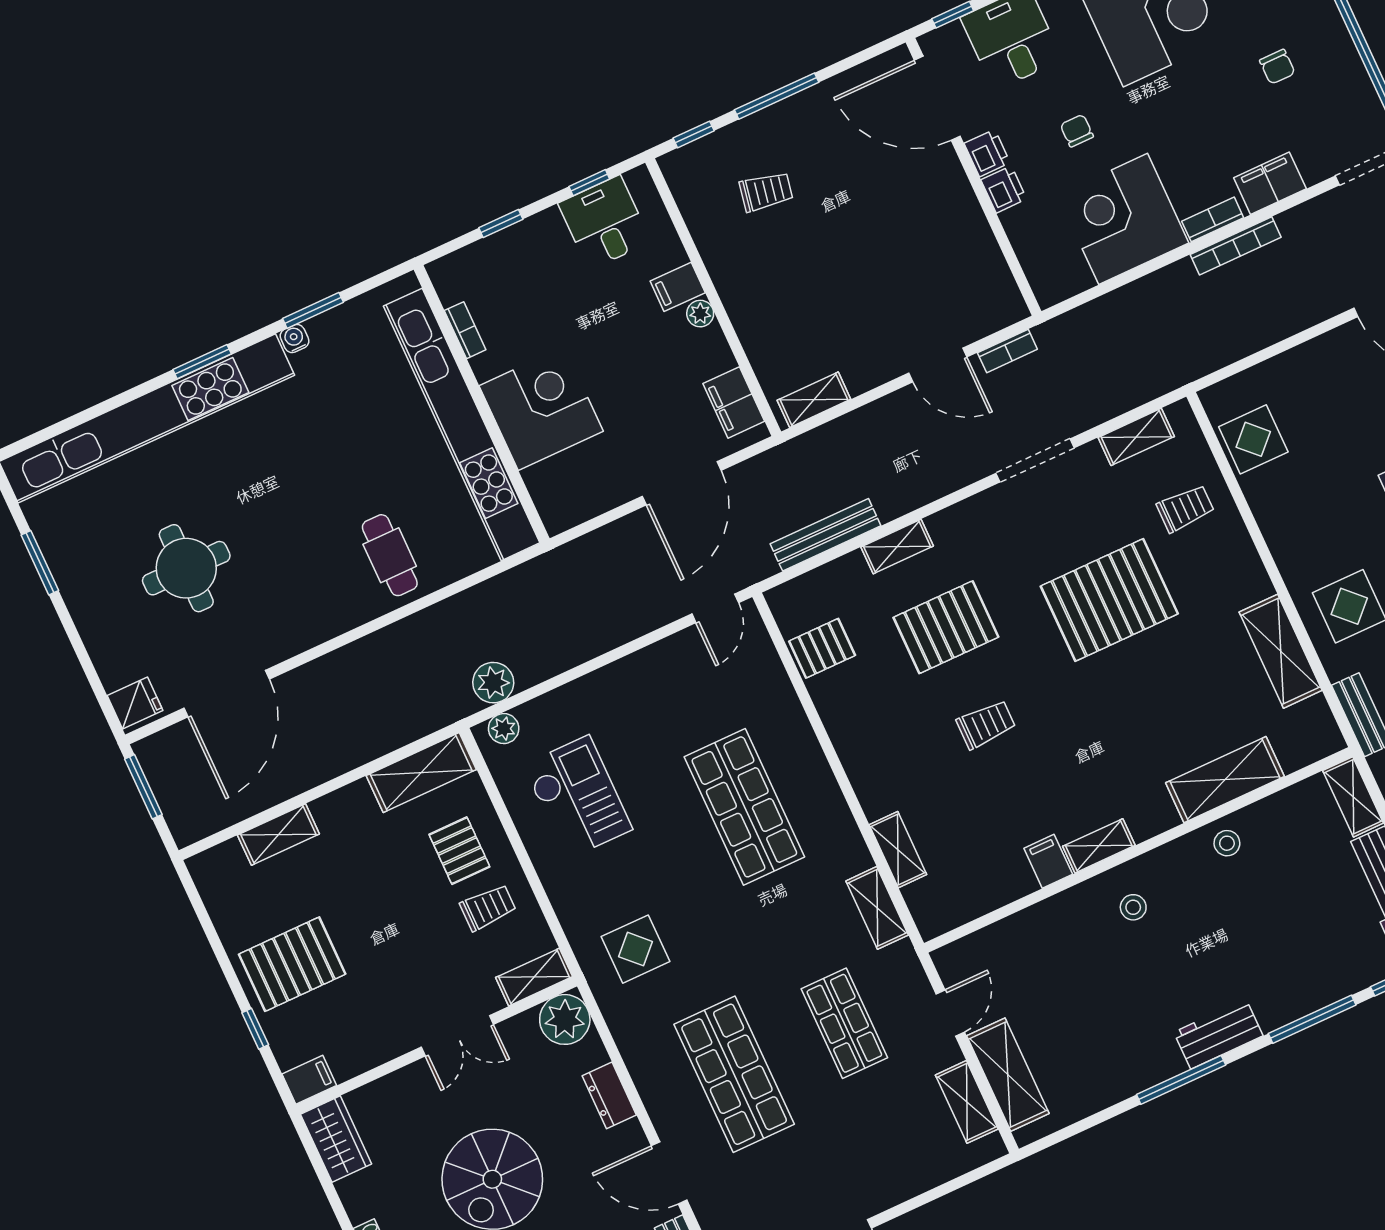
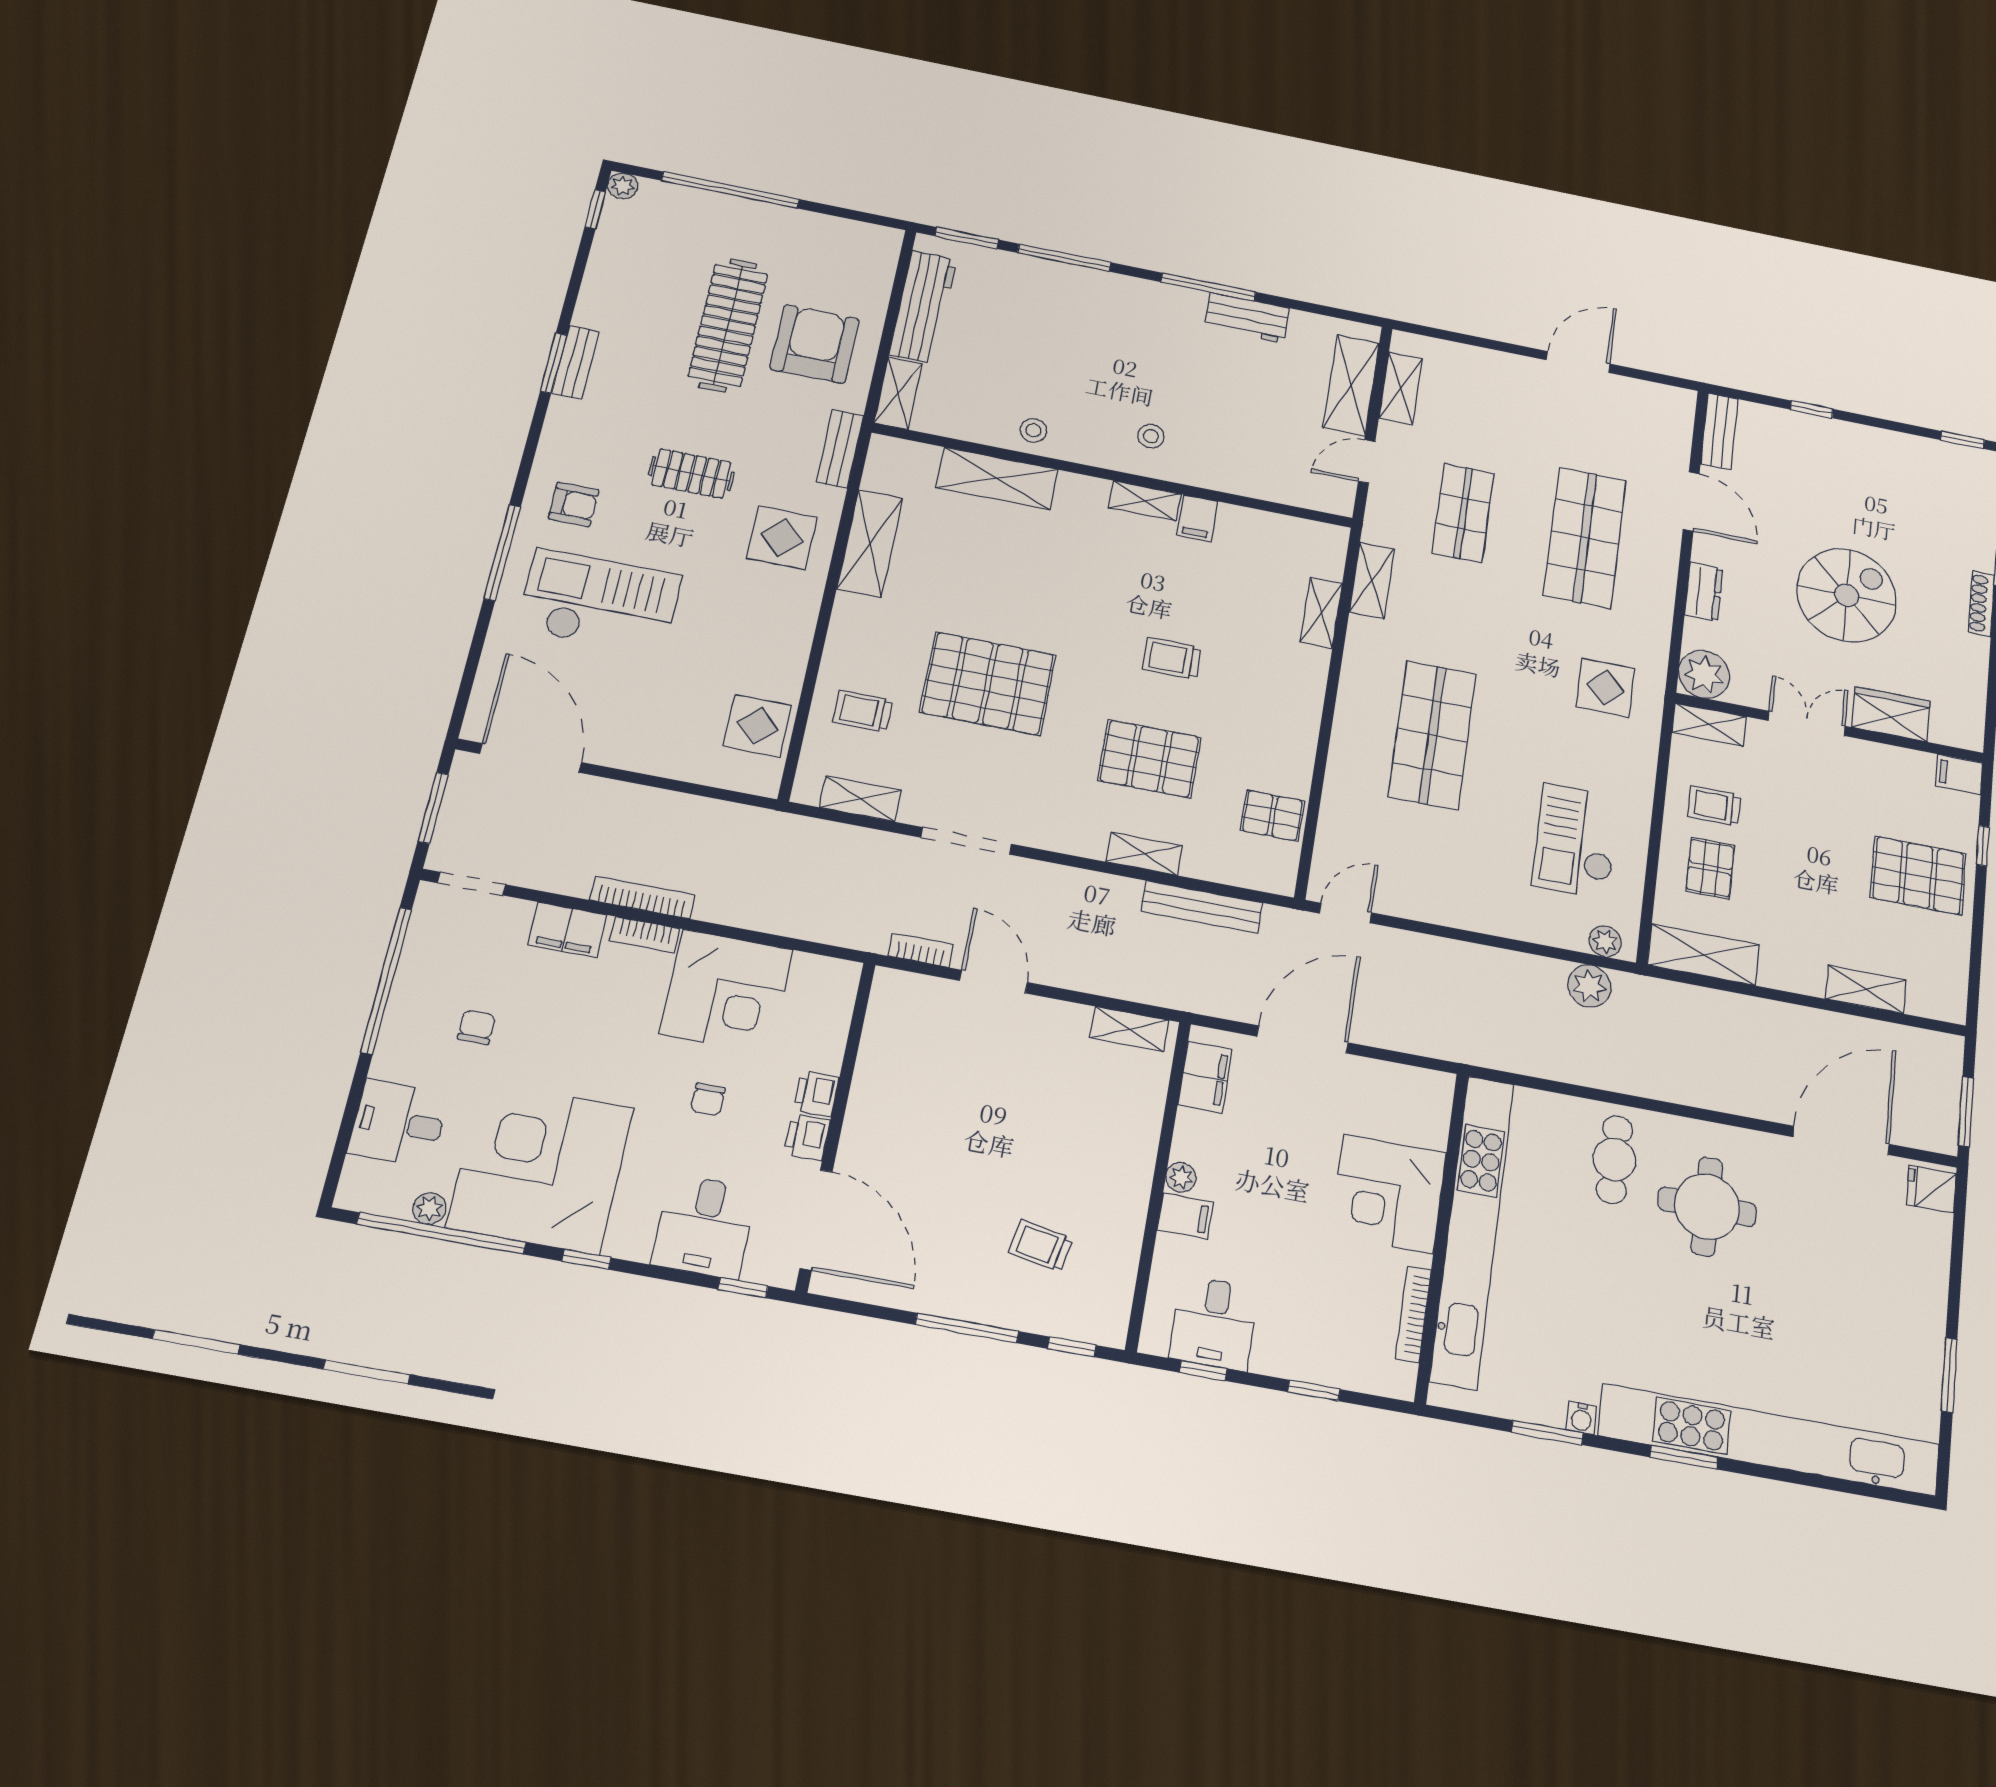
bookcase: (465, 330) -> (1413, 1314), width x1.56
round table: (186, 568) -> (1707, 1207), moved
workbench: (1218, 1034) -> (1247, 318), moved
wardrobe: (336, 1139) -> (1891, 714), moved, turned 90

